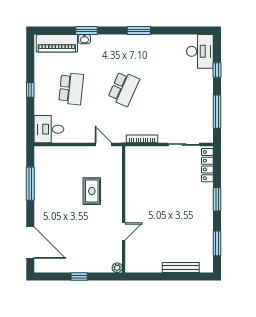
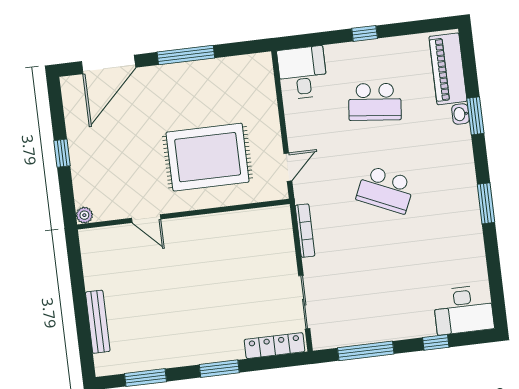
window: (30, 184) -> (186, 55), moved
rug: (92, 191) -> (208, 157), width x1.86, depth x2.06

